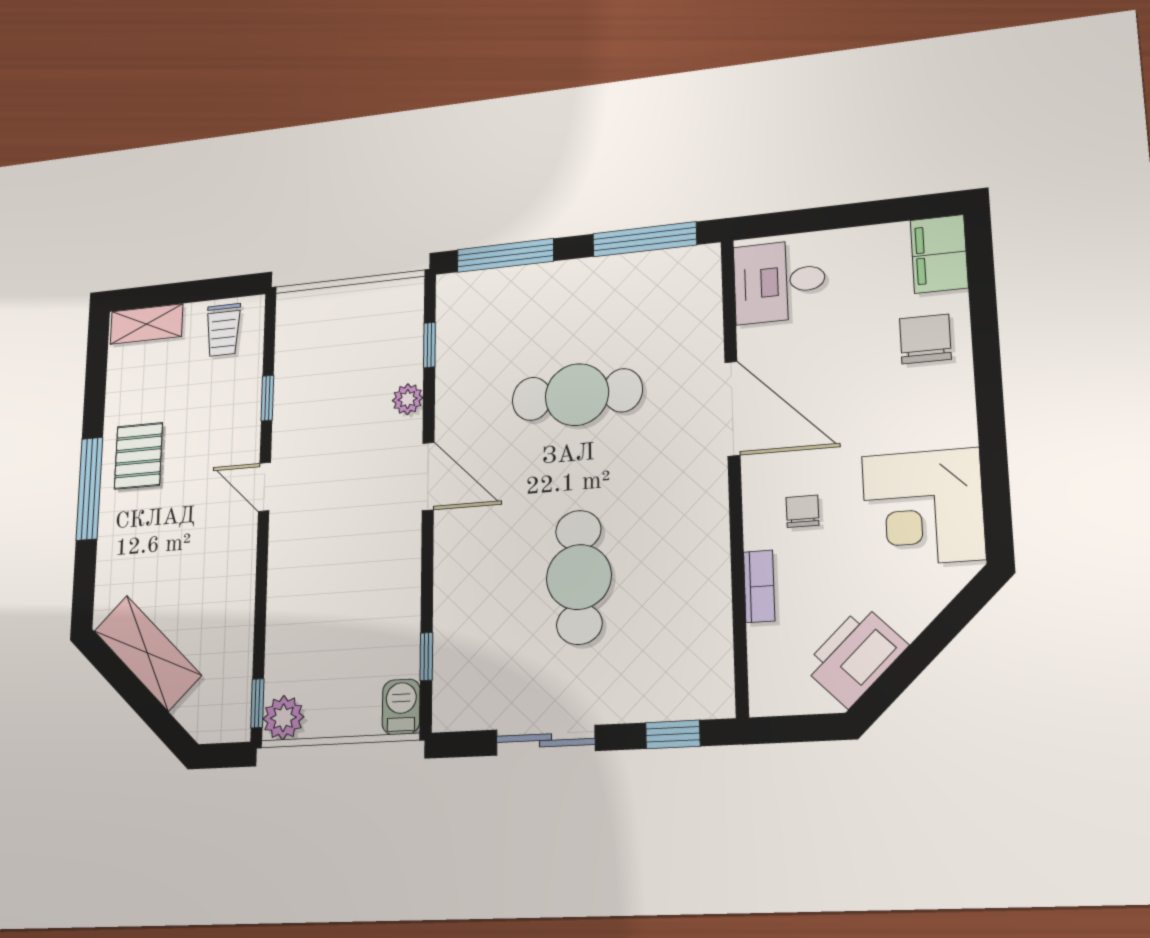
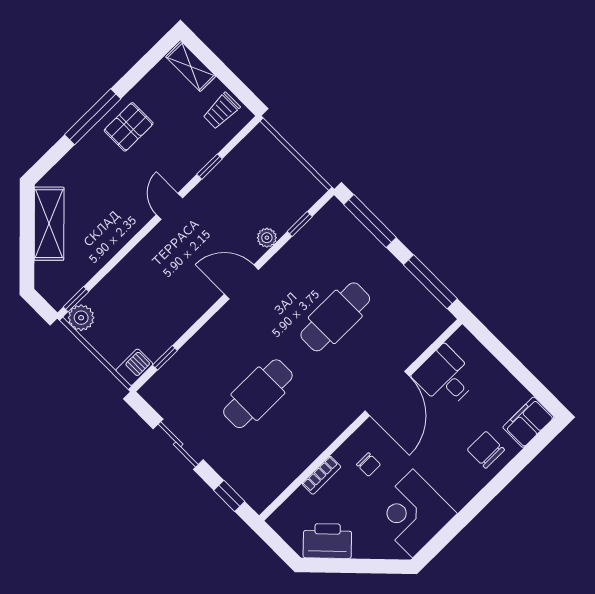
desk: (779, 281) -> (445, 377), moved
chair: (925, 339) -> (486, 450), turned -90
cafe table: (577, 395) -> (335, 317), turned 90
door: (428, 476) -> (241, 282), swing flipped
chair: (803, 511) -> (369, 465), turned 90

